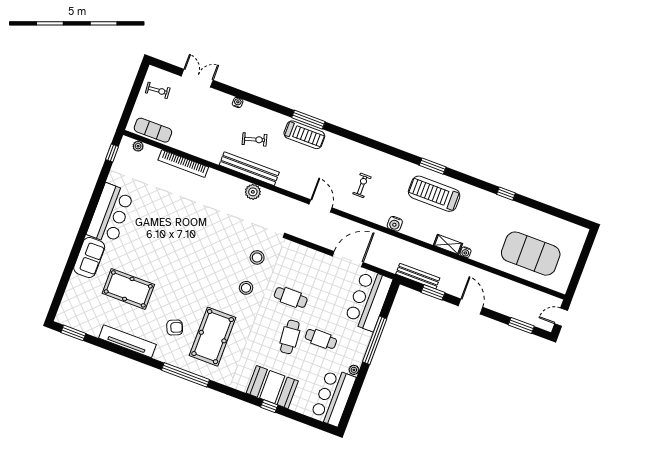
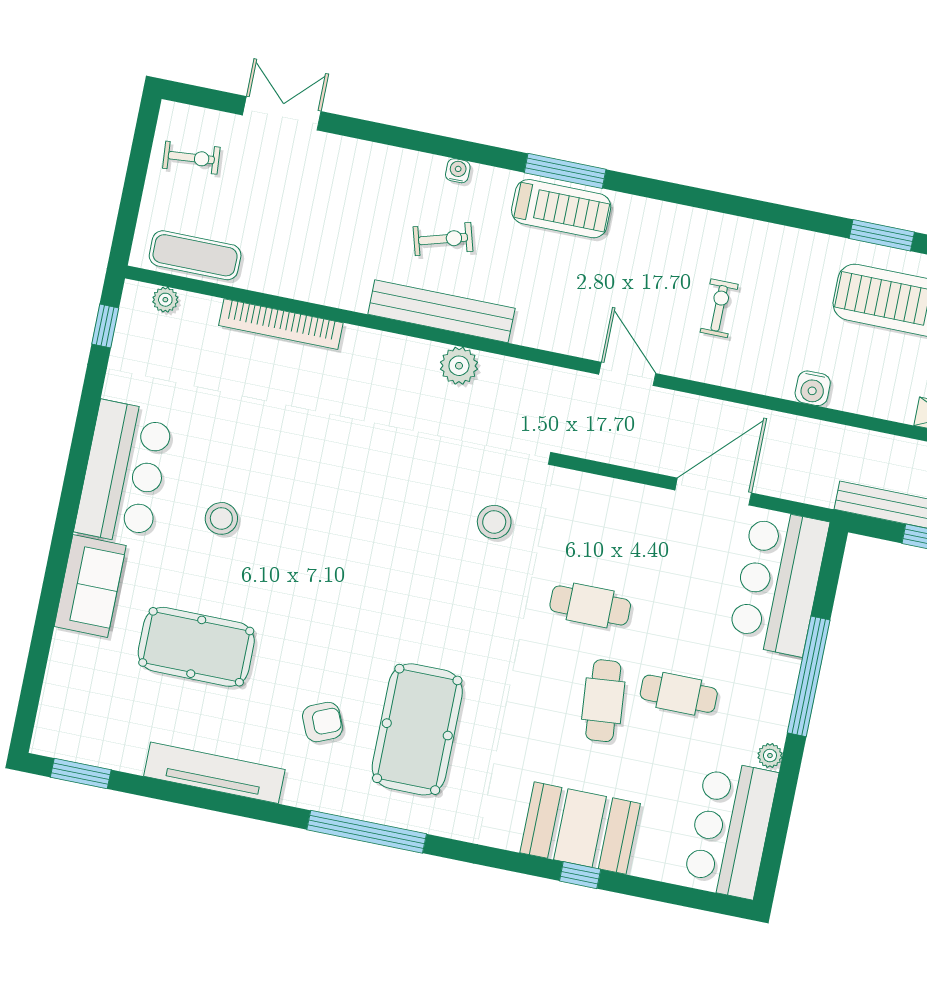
water cooler: (238, 103) -> (458, 171), moved
stool: (246, 288) -> (221, 518), moved

